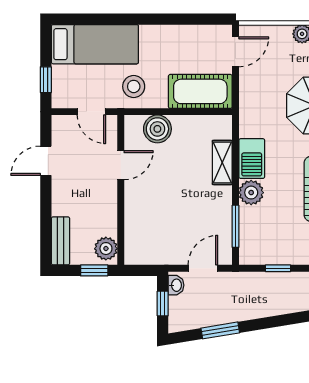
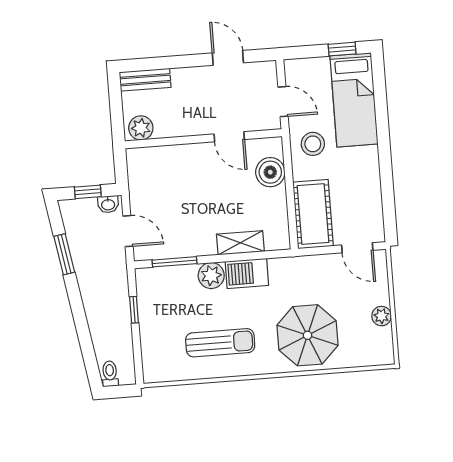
window: (46, 80) -> (342, 49), moved
door: (91, 112) -> (283, 102), swing flipped
window: (94, 270) -> (117, 117), removed

